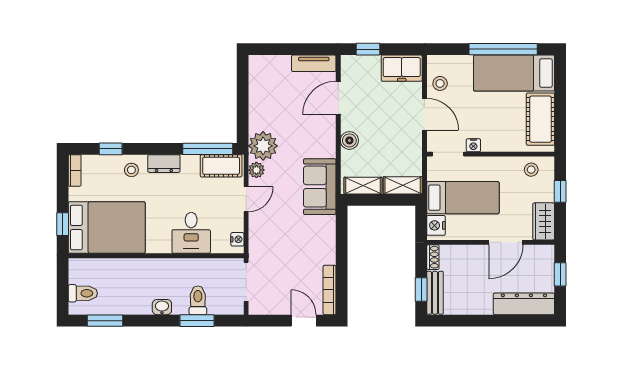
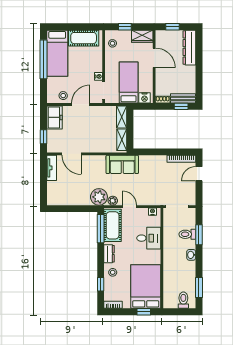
boiler: (349, 140) -> (96, 147), removed
cot: (221, 166) -> (113, 225), width x1.37, depth x1.34

